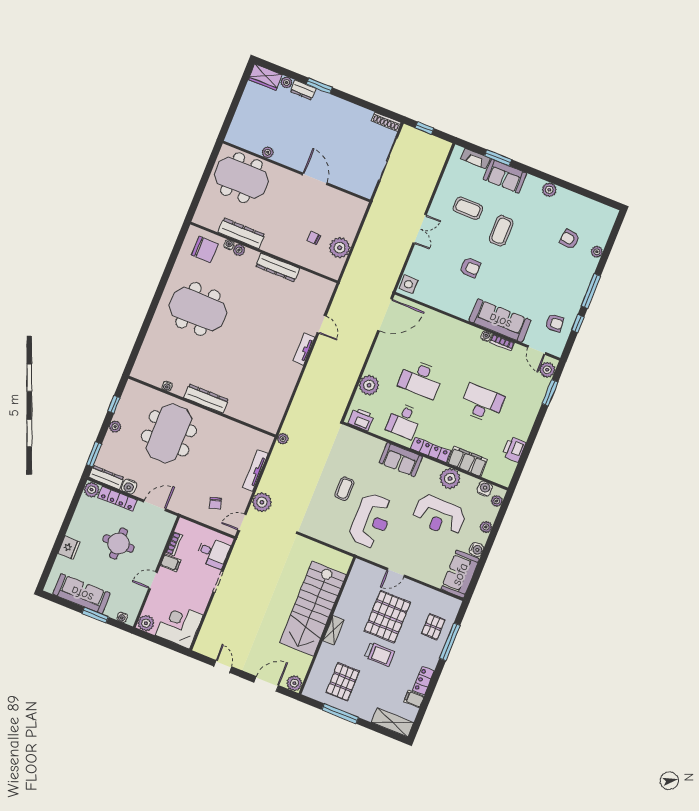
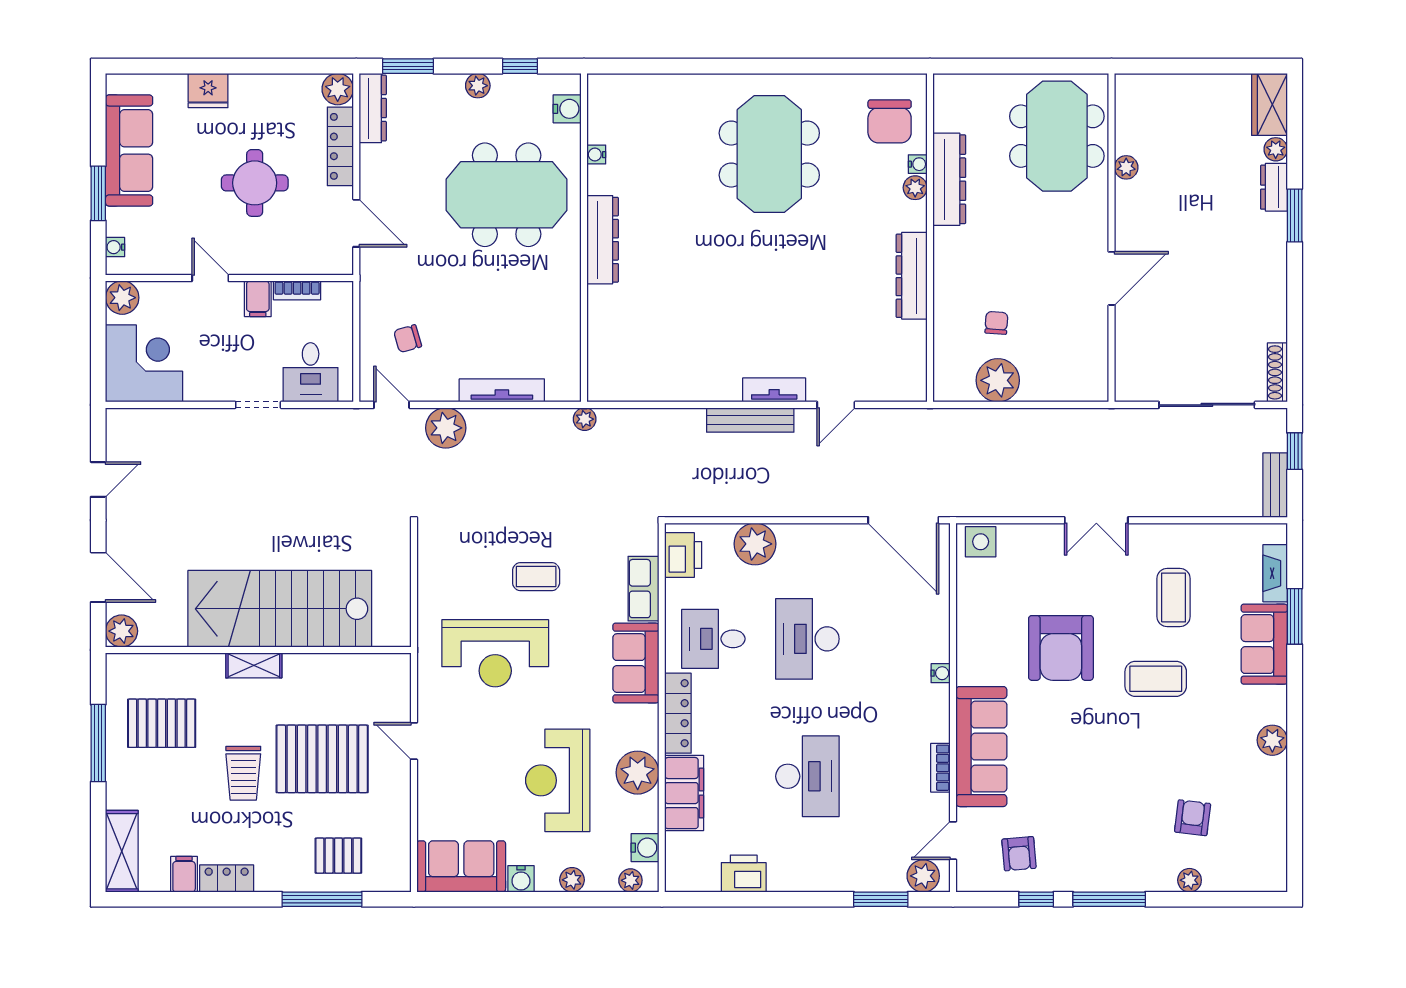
bench: (436, 143) -> (1275, 485), added
armchair: (470, 267) -> (1061, 648), width x1.88, depth x1.88
water cooler: (486, 336) -> (941, 673), moved
bench: (313, 365) -> (750, 420), added
row of seats: (369, 443) -> (644, 589), added
water cooler: (129, 486) -> (567, 109), moved, turned 180

